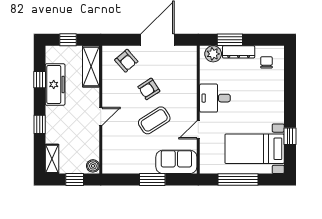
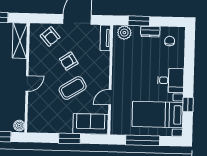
dresser: (239, 52) -> (150, 32), width x0.70
tv unit: (191, 61) -> (105, 38), added
desk: (215, 98) -> (171, 80), moved, turned 180

